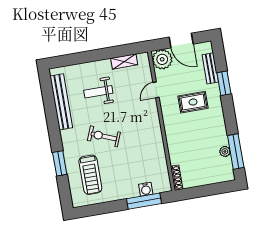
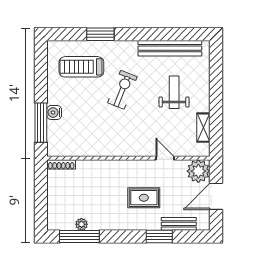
rug: (193, 102) -> (144, 198), turned 90
water cooler: (146, 189) -> (54, 112), moved

